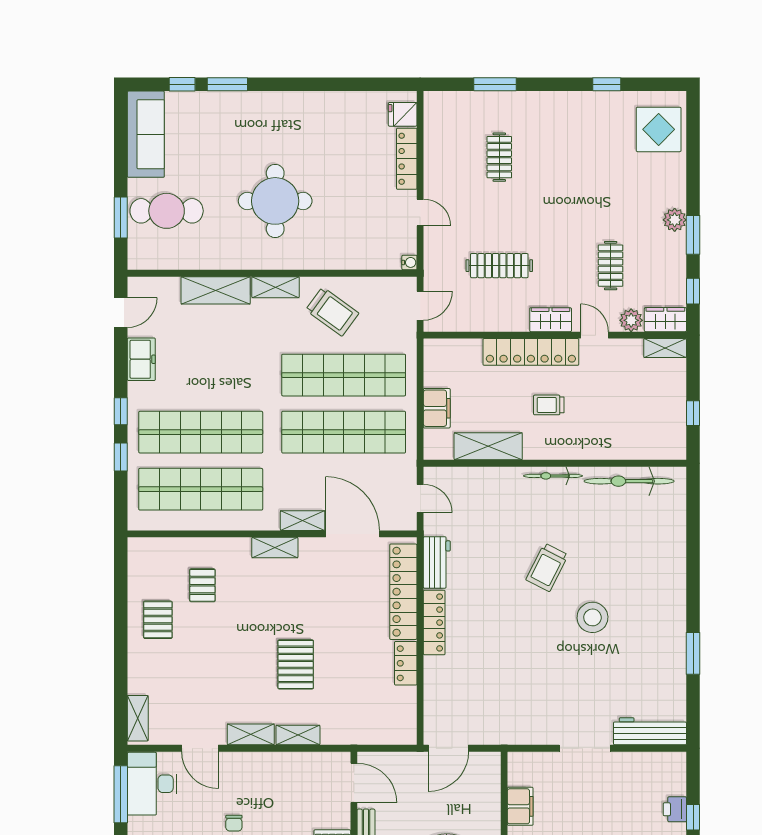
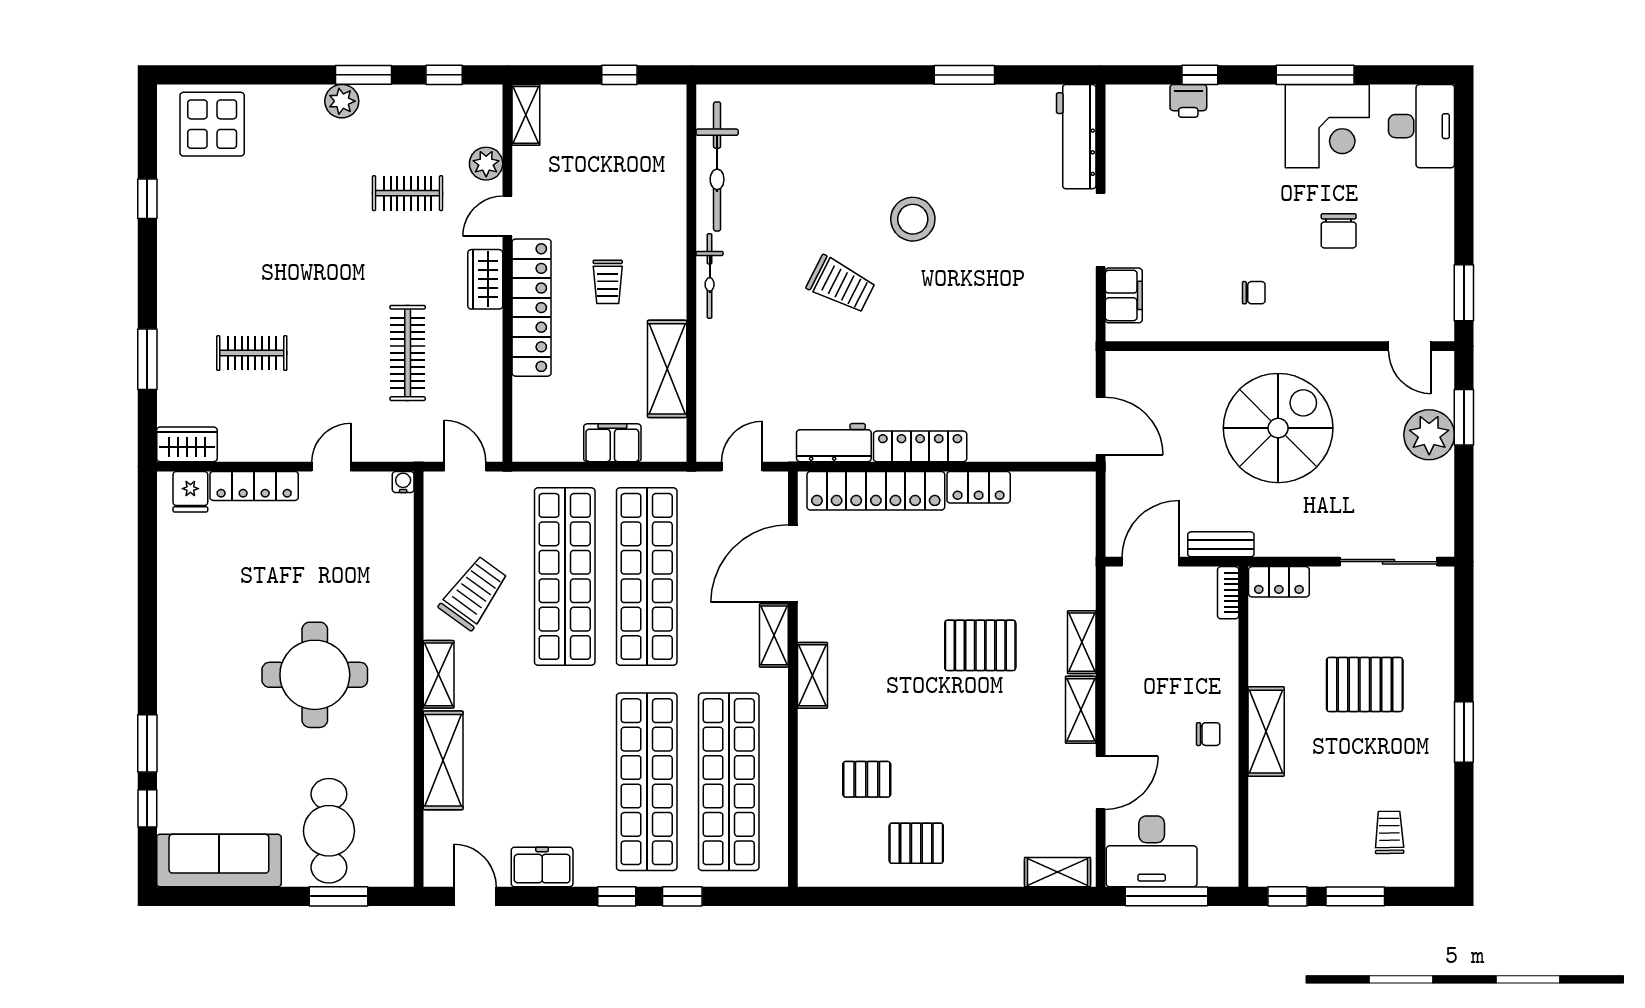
wardrobe: (665, 320) -> (187, 444), moved, turned 90
filing cabinet: (520, 806) -> (1124, 295), moved, turned 90

